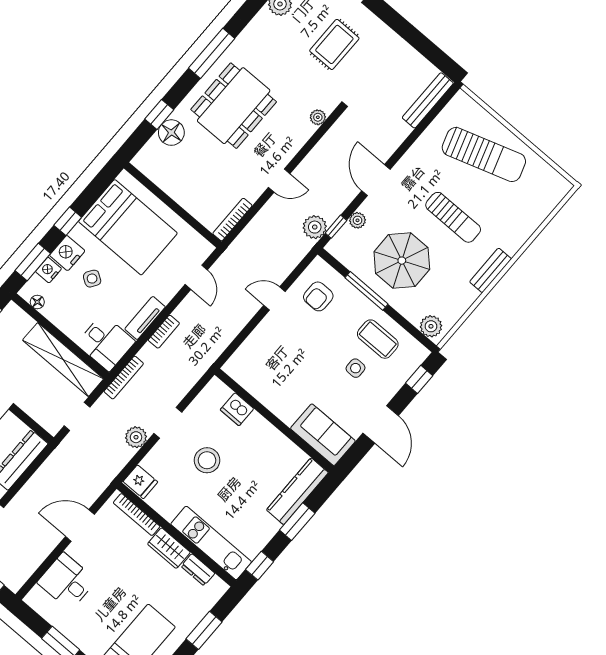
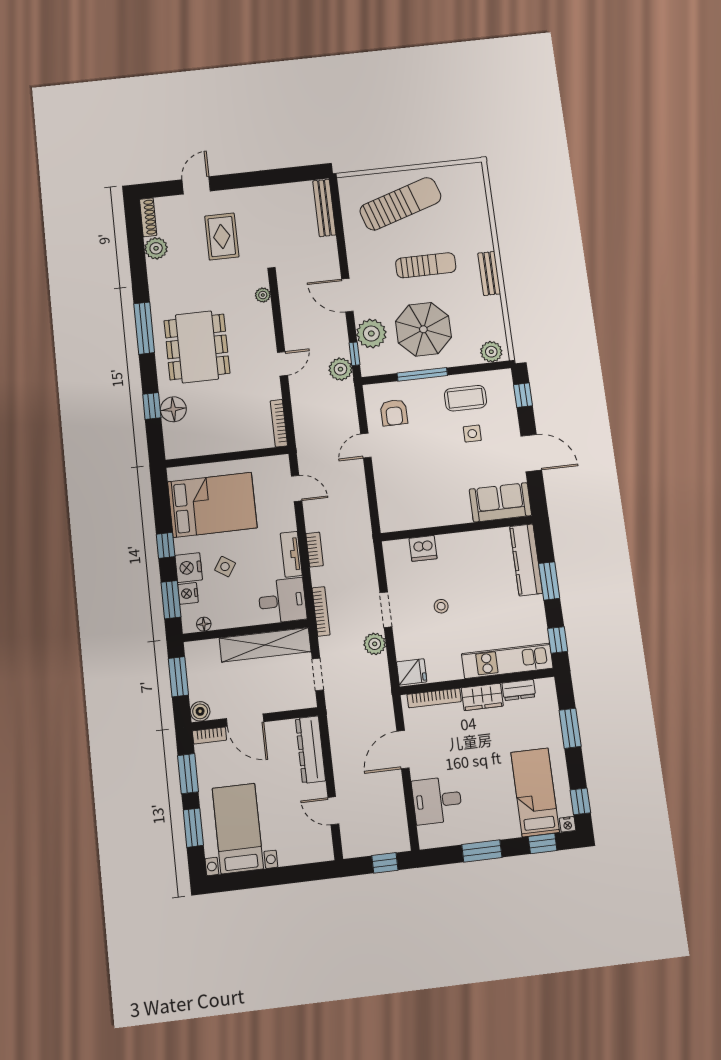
plant: (357, 220) -> (371, 334), width x1.88, depth x1.88
stool: (207, 460) -> (441, 606), width x0.53, depth x0.53

